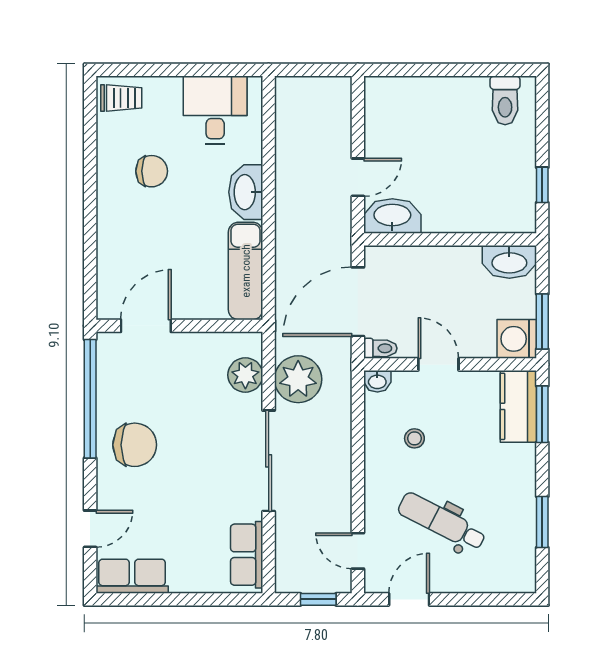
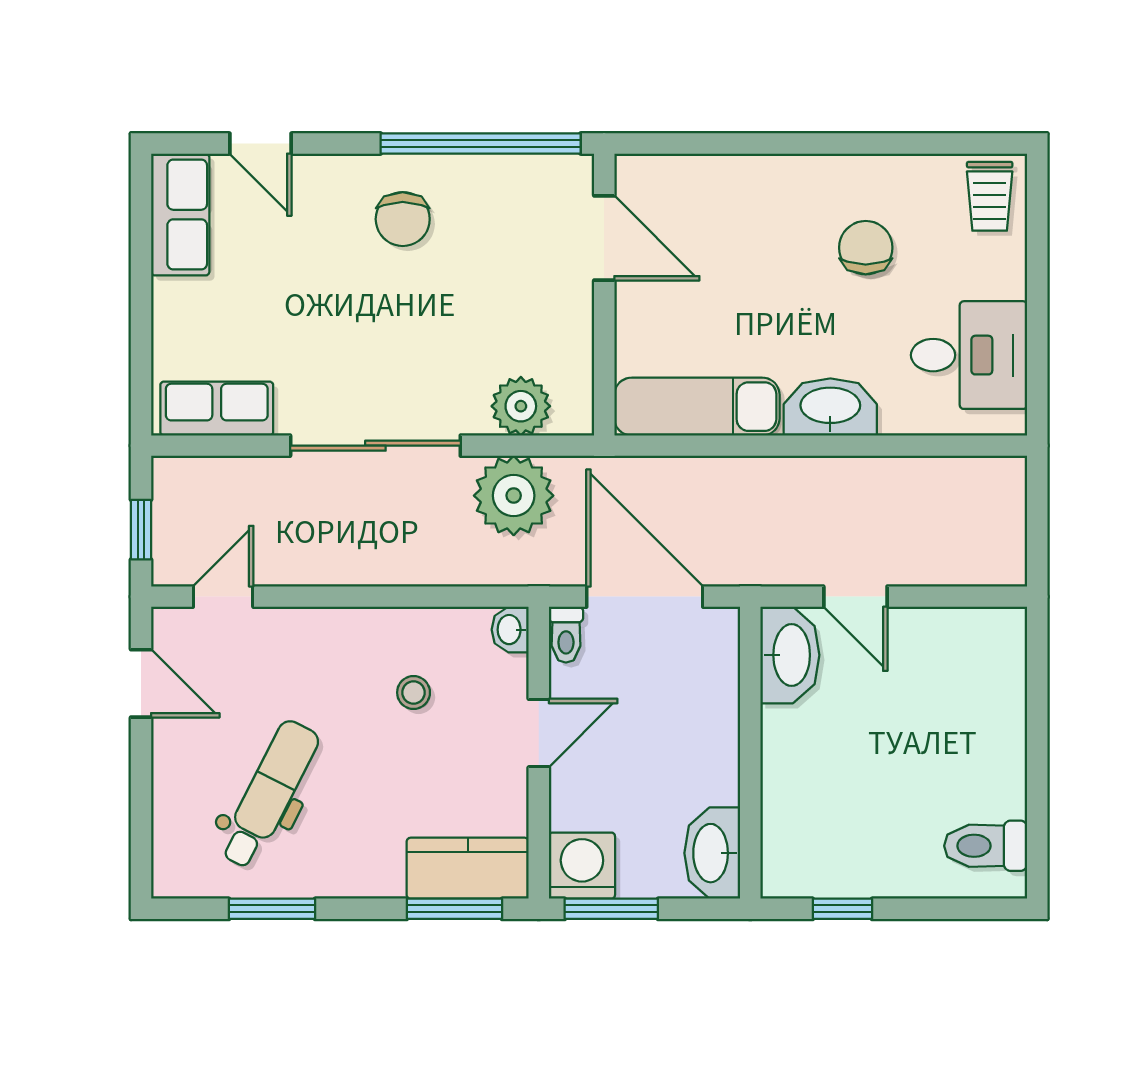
chair: (152, 171) -> (866, 248), turned 180
chair: (135, 445) -> (403, 219), width x0.73, depth x0.73
dental chair: (442, 522) -> (269, 794), moved

